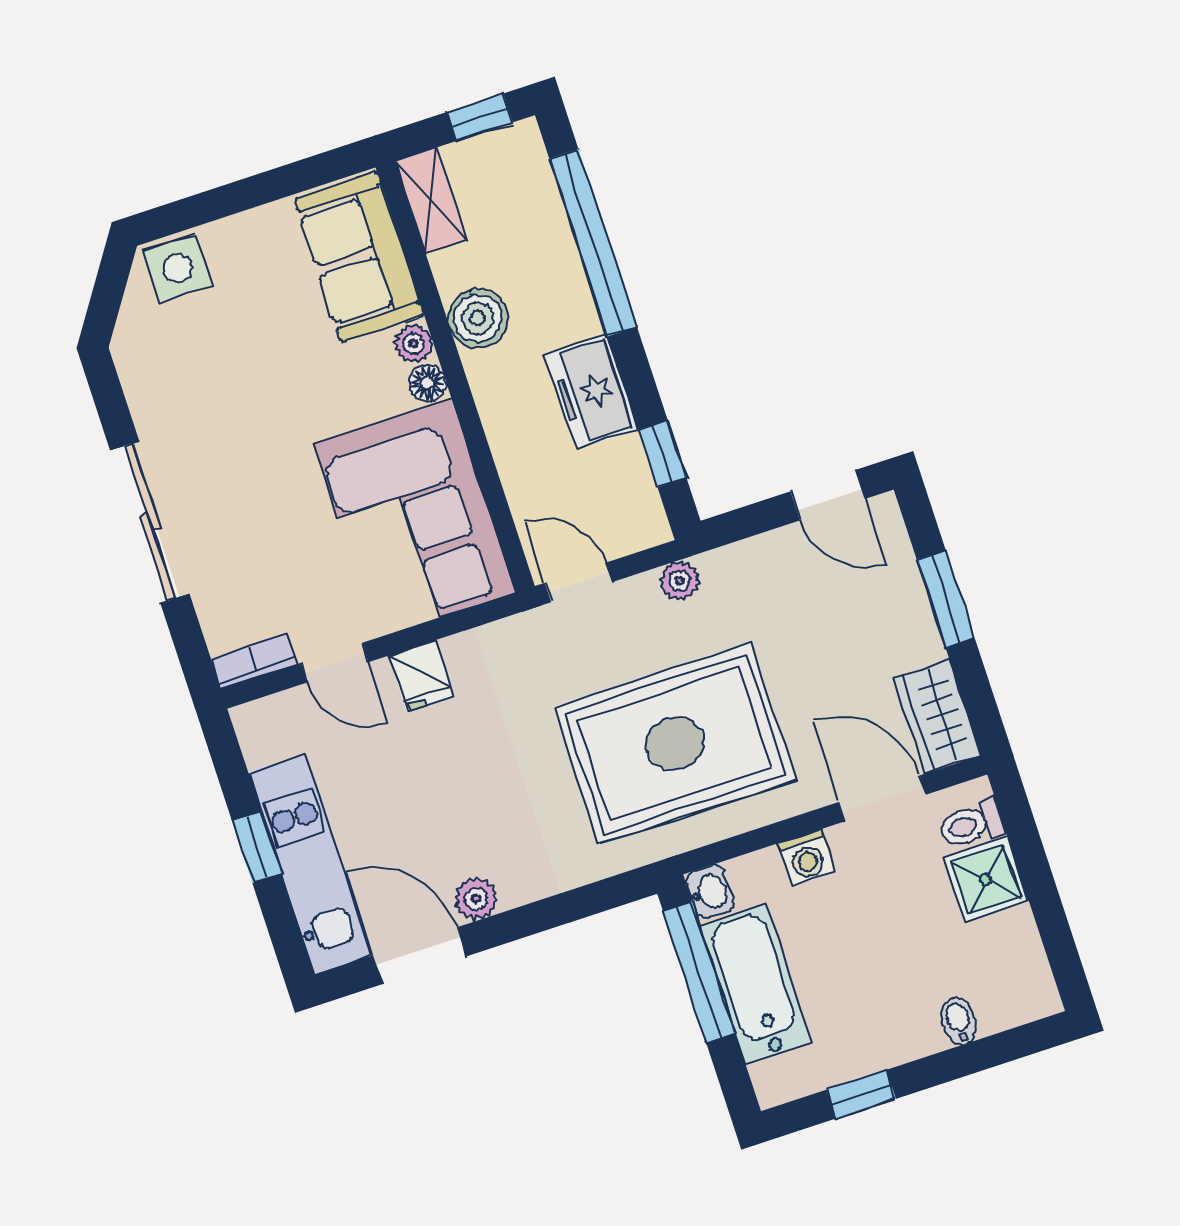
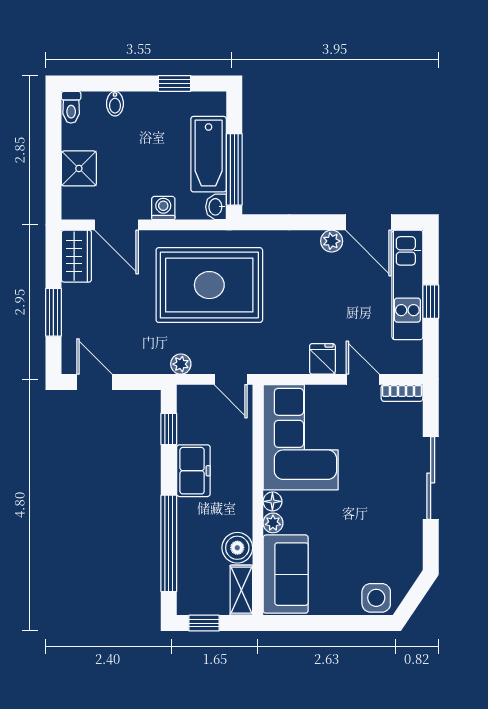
boiler: (478, 318) -> (237, 548), moved
toilet: (971, 824) -> (71, 107), moved, turned 90

